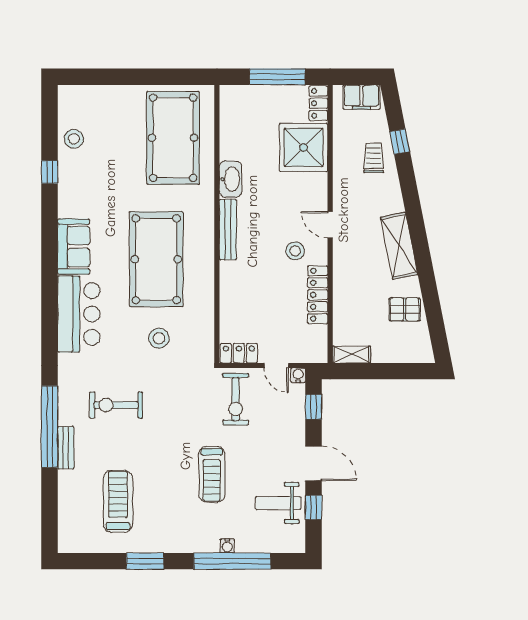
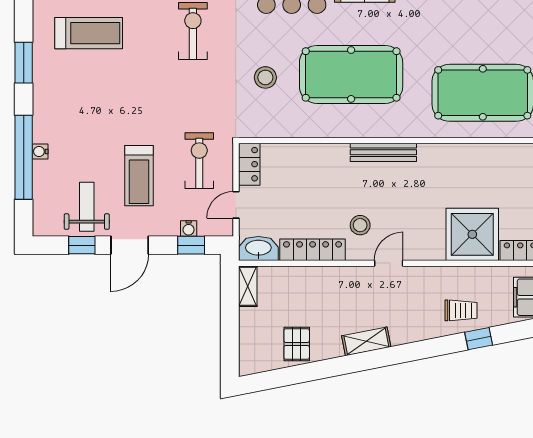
washbasin: (231, 179) -> (258, 248), moved, turned 180
shelving: (399, 246) -> (366, 341), width x0.67, depth x0.75
water cooler: (298, 375) -> (189, 228), moved, turned 90
exercise bike: (236, 399) -> (199, 161), turned 90
treadmill: (212, 474) -> (139, 176), moved, turned -90

